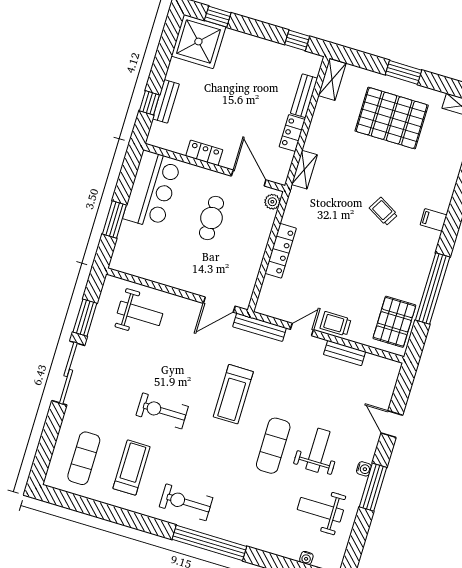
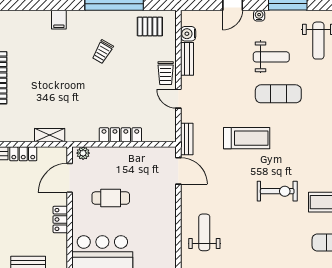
trolley: (383, 211) -> (103, 52), moved
pallet: (394, 322) -> (150, 26), width x0.67, depth x0.71
bench: (260, 327) -> (187, 139), width x0.73
water cooler: (373, 363) -> (188, 34), added
exercise bike: (162, 411) -> (277, 191), turned -90
weight bench: (318, 450) -> (271, 57), turned 180
water cooler: (364, 469) -> (259, 16), moved

